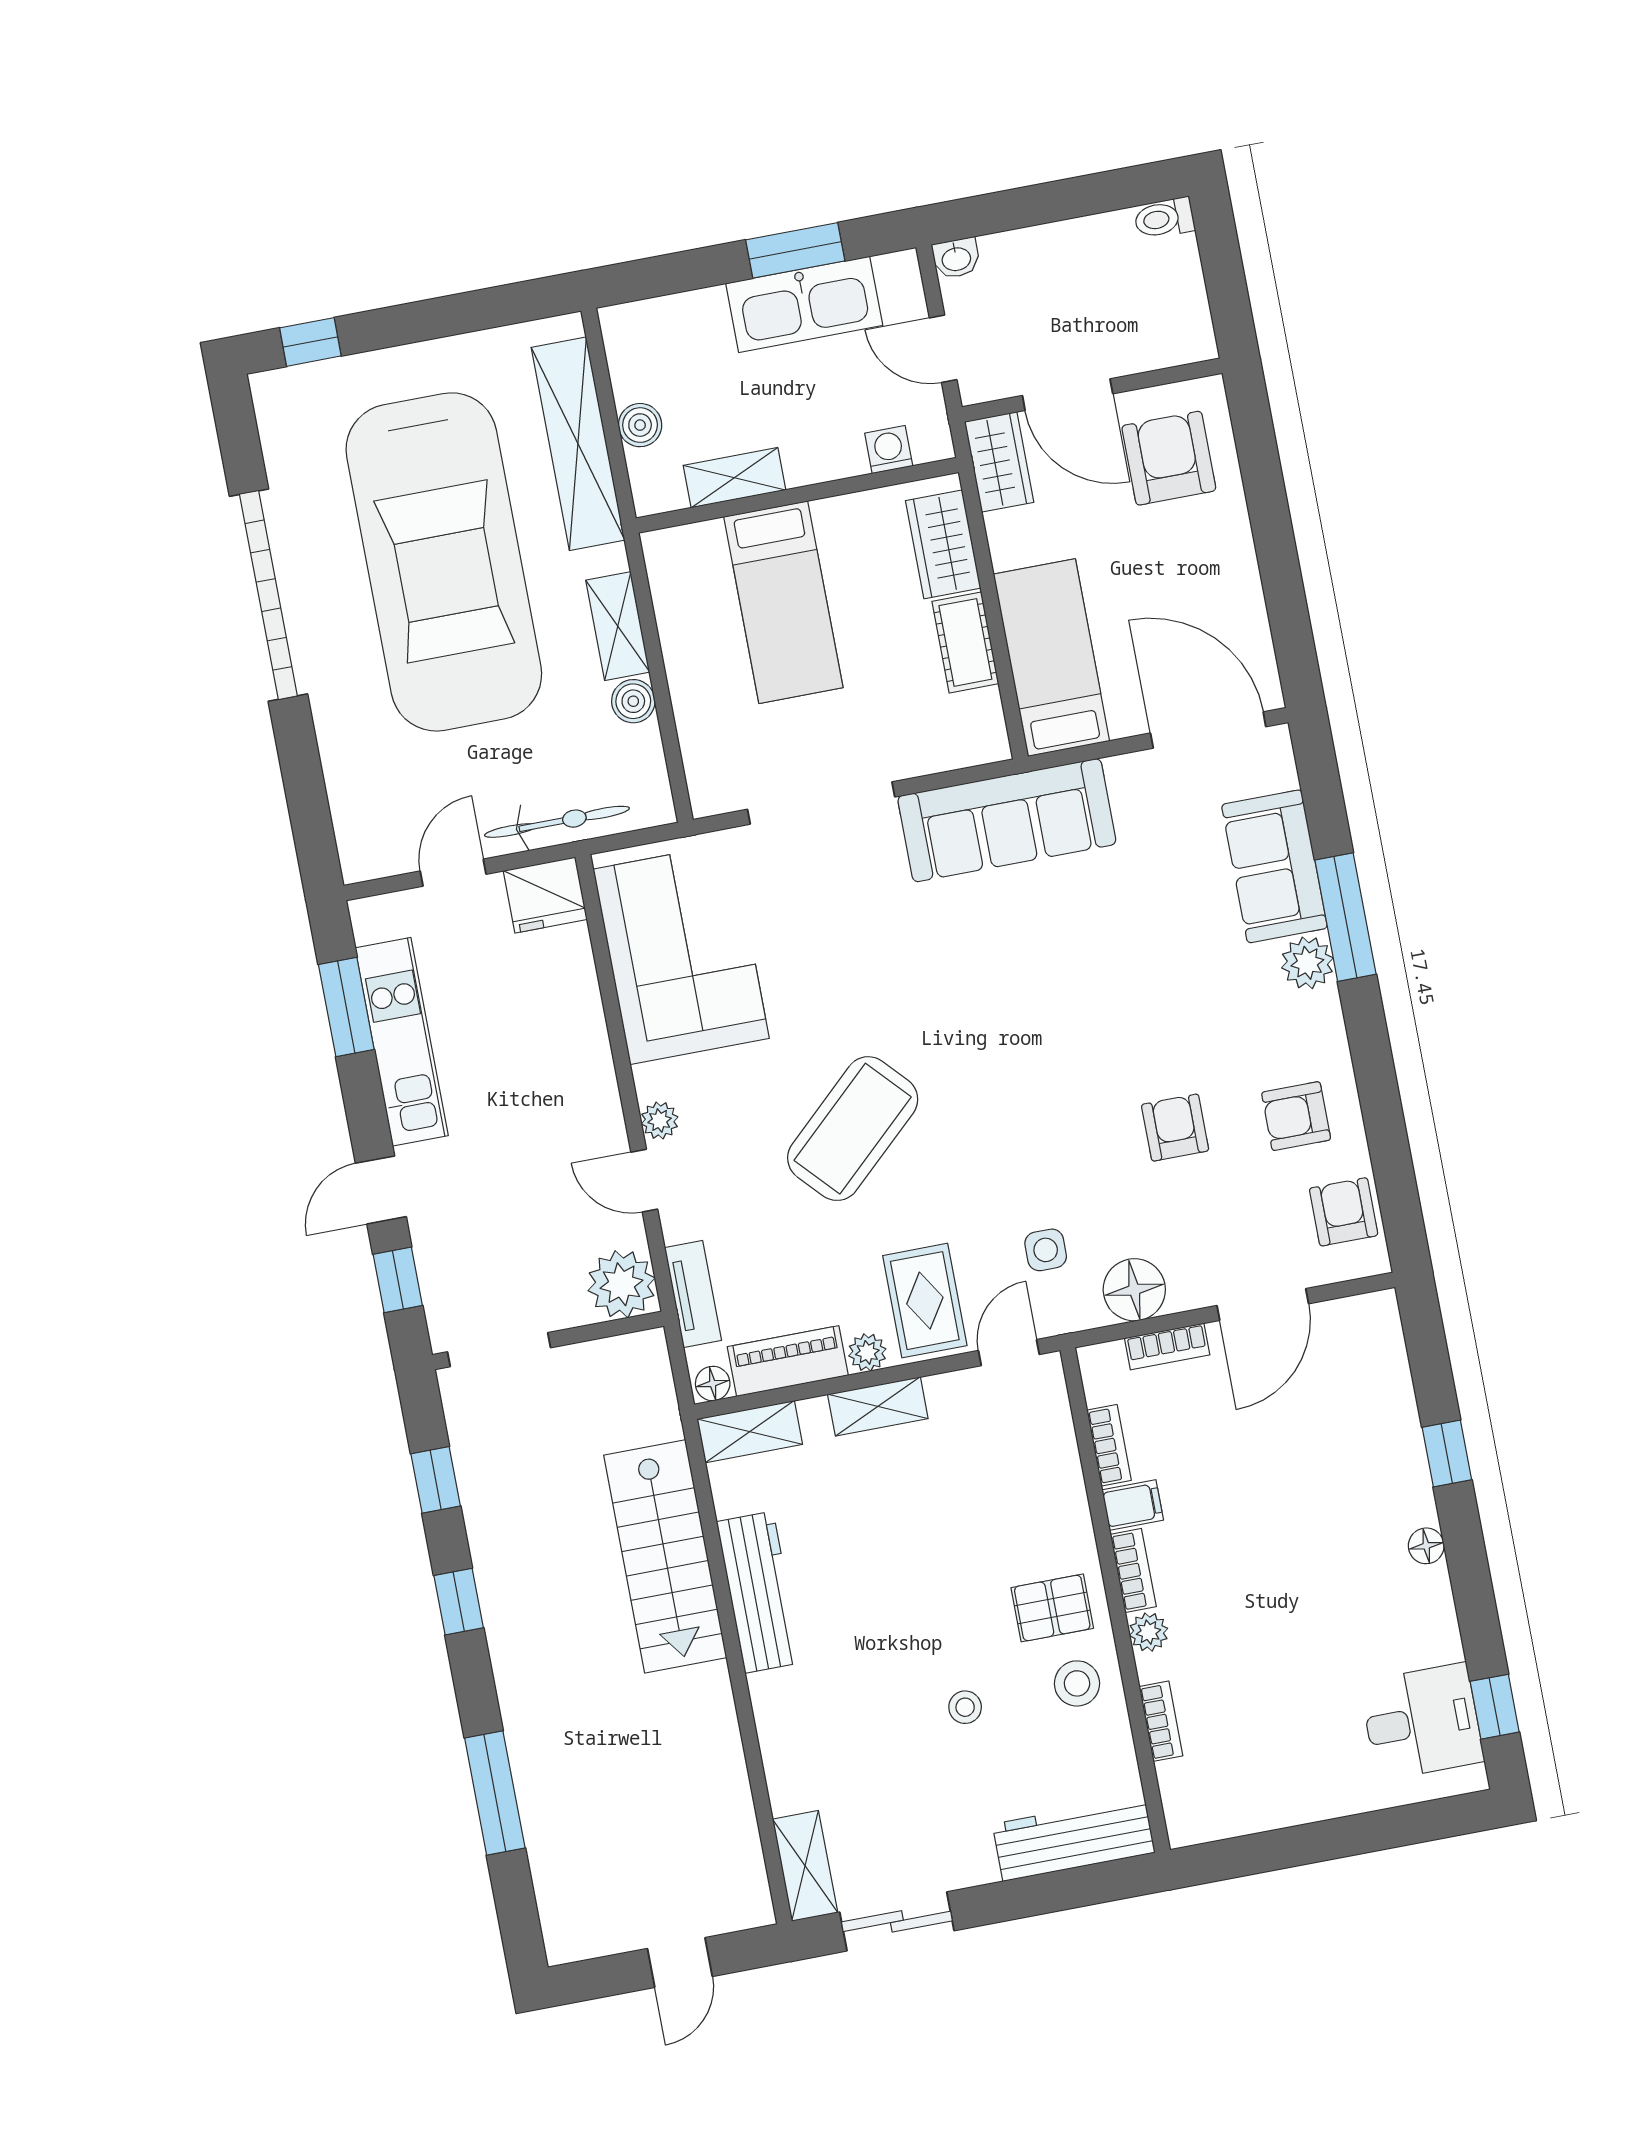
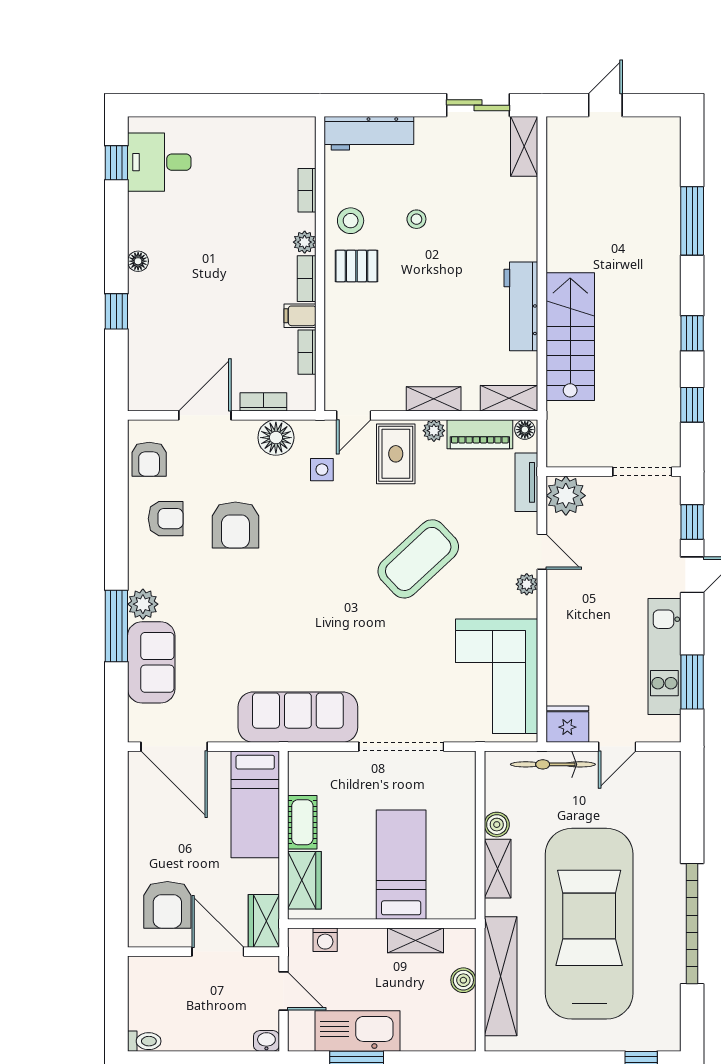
armchair: (1175, 1128) -> (235, 525), width x1.38, depth x1.38

